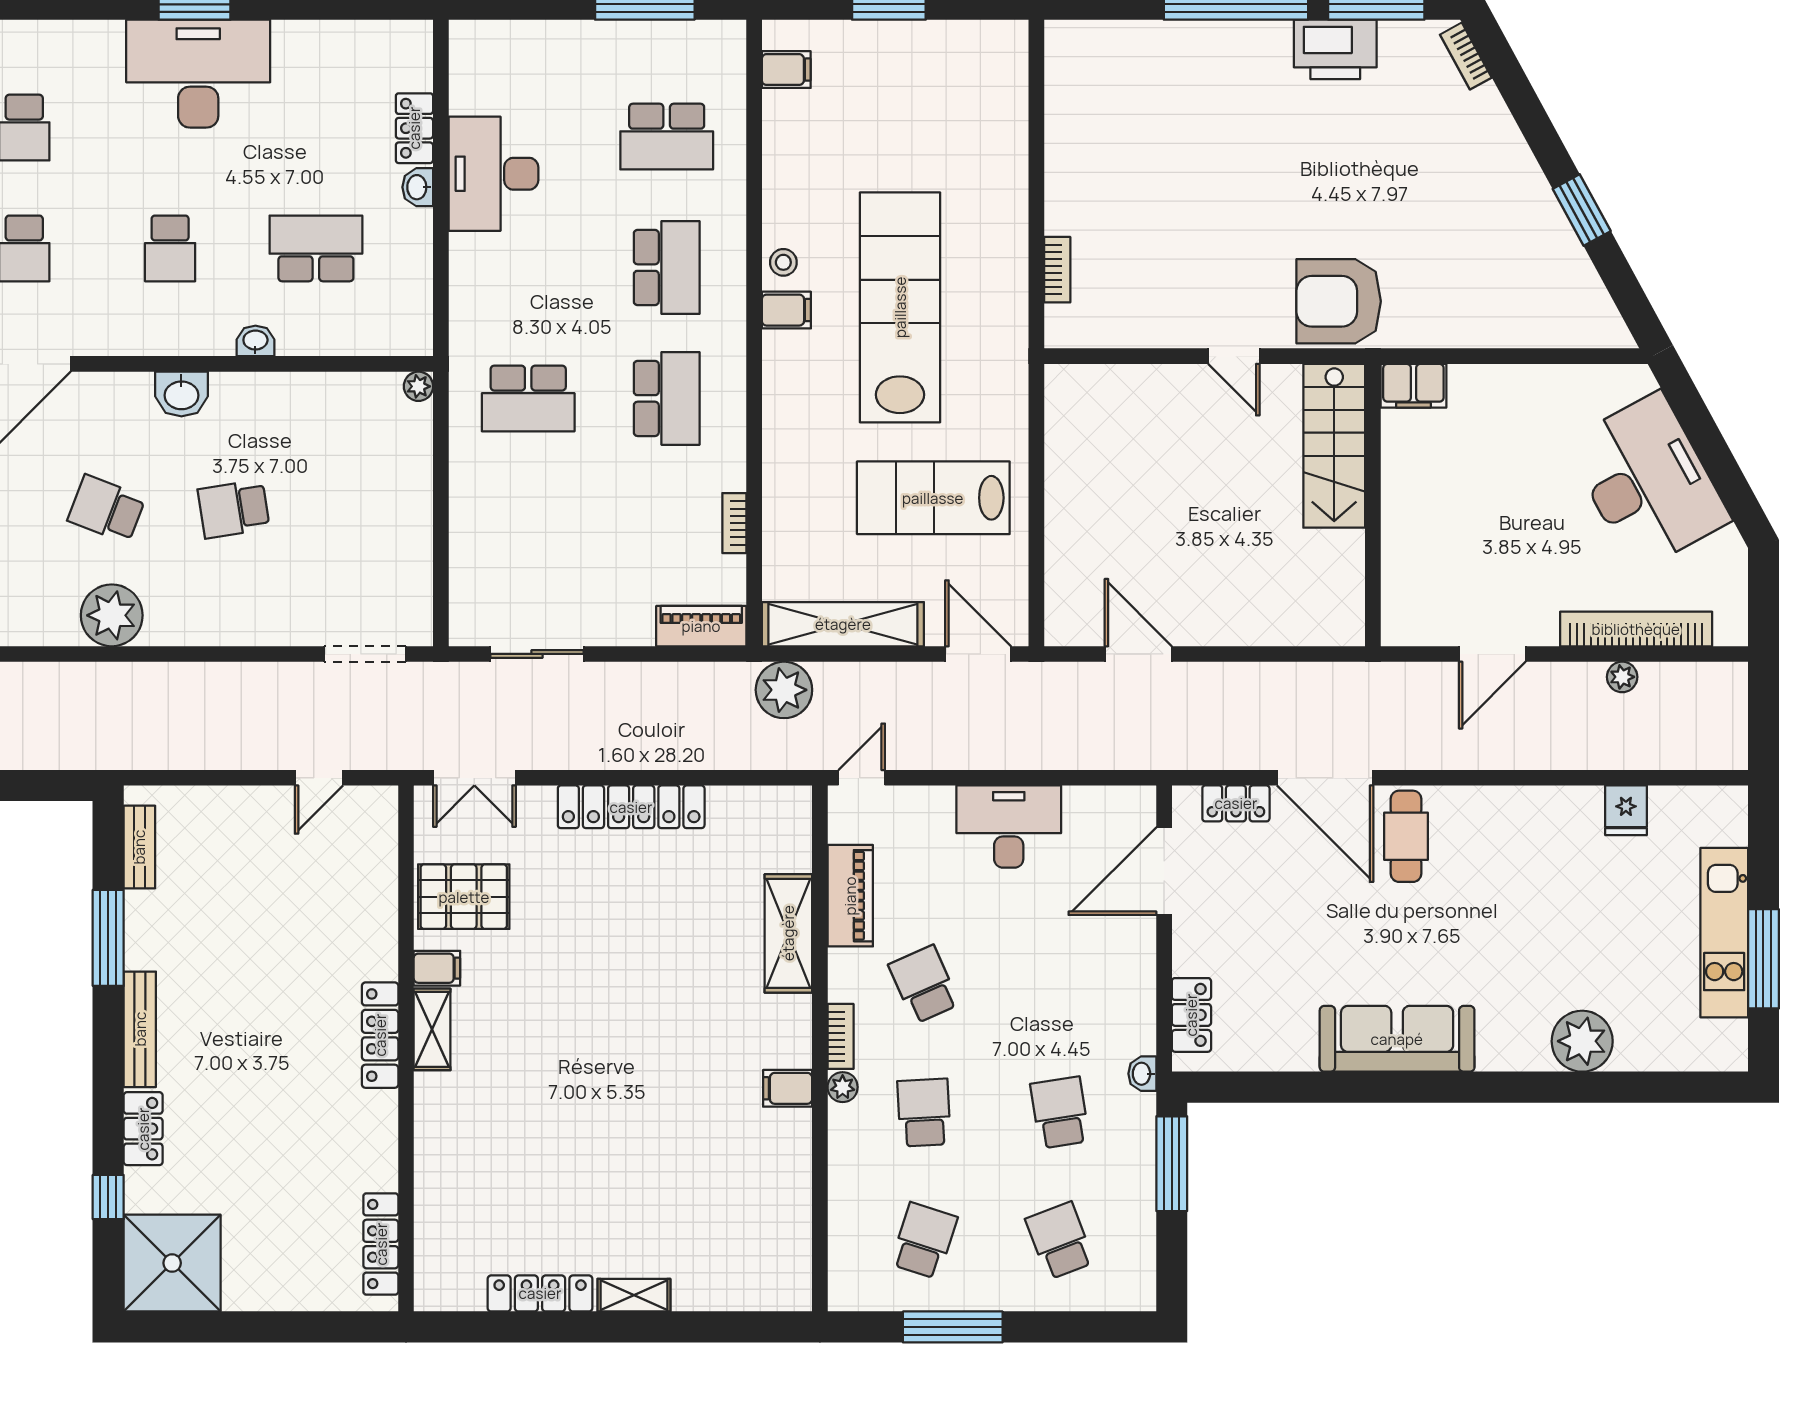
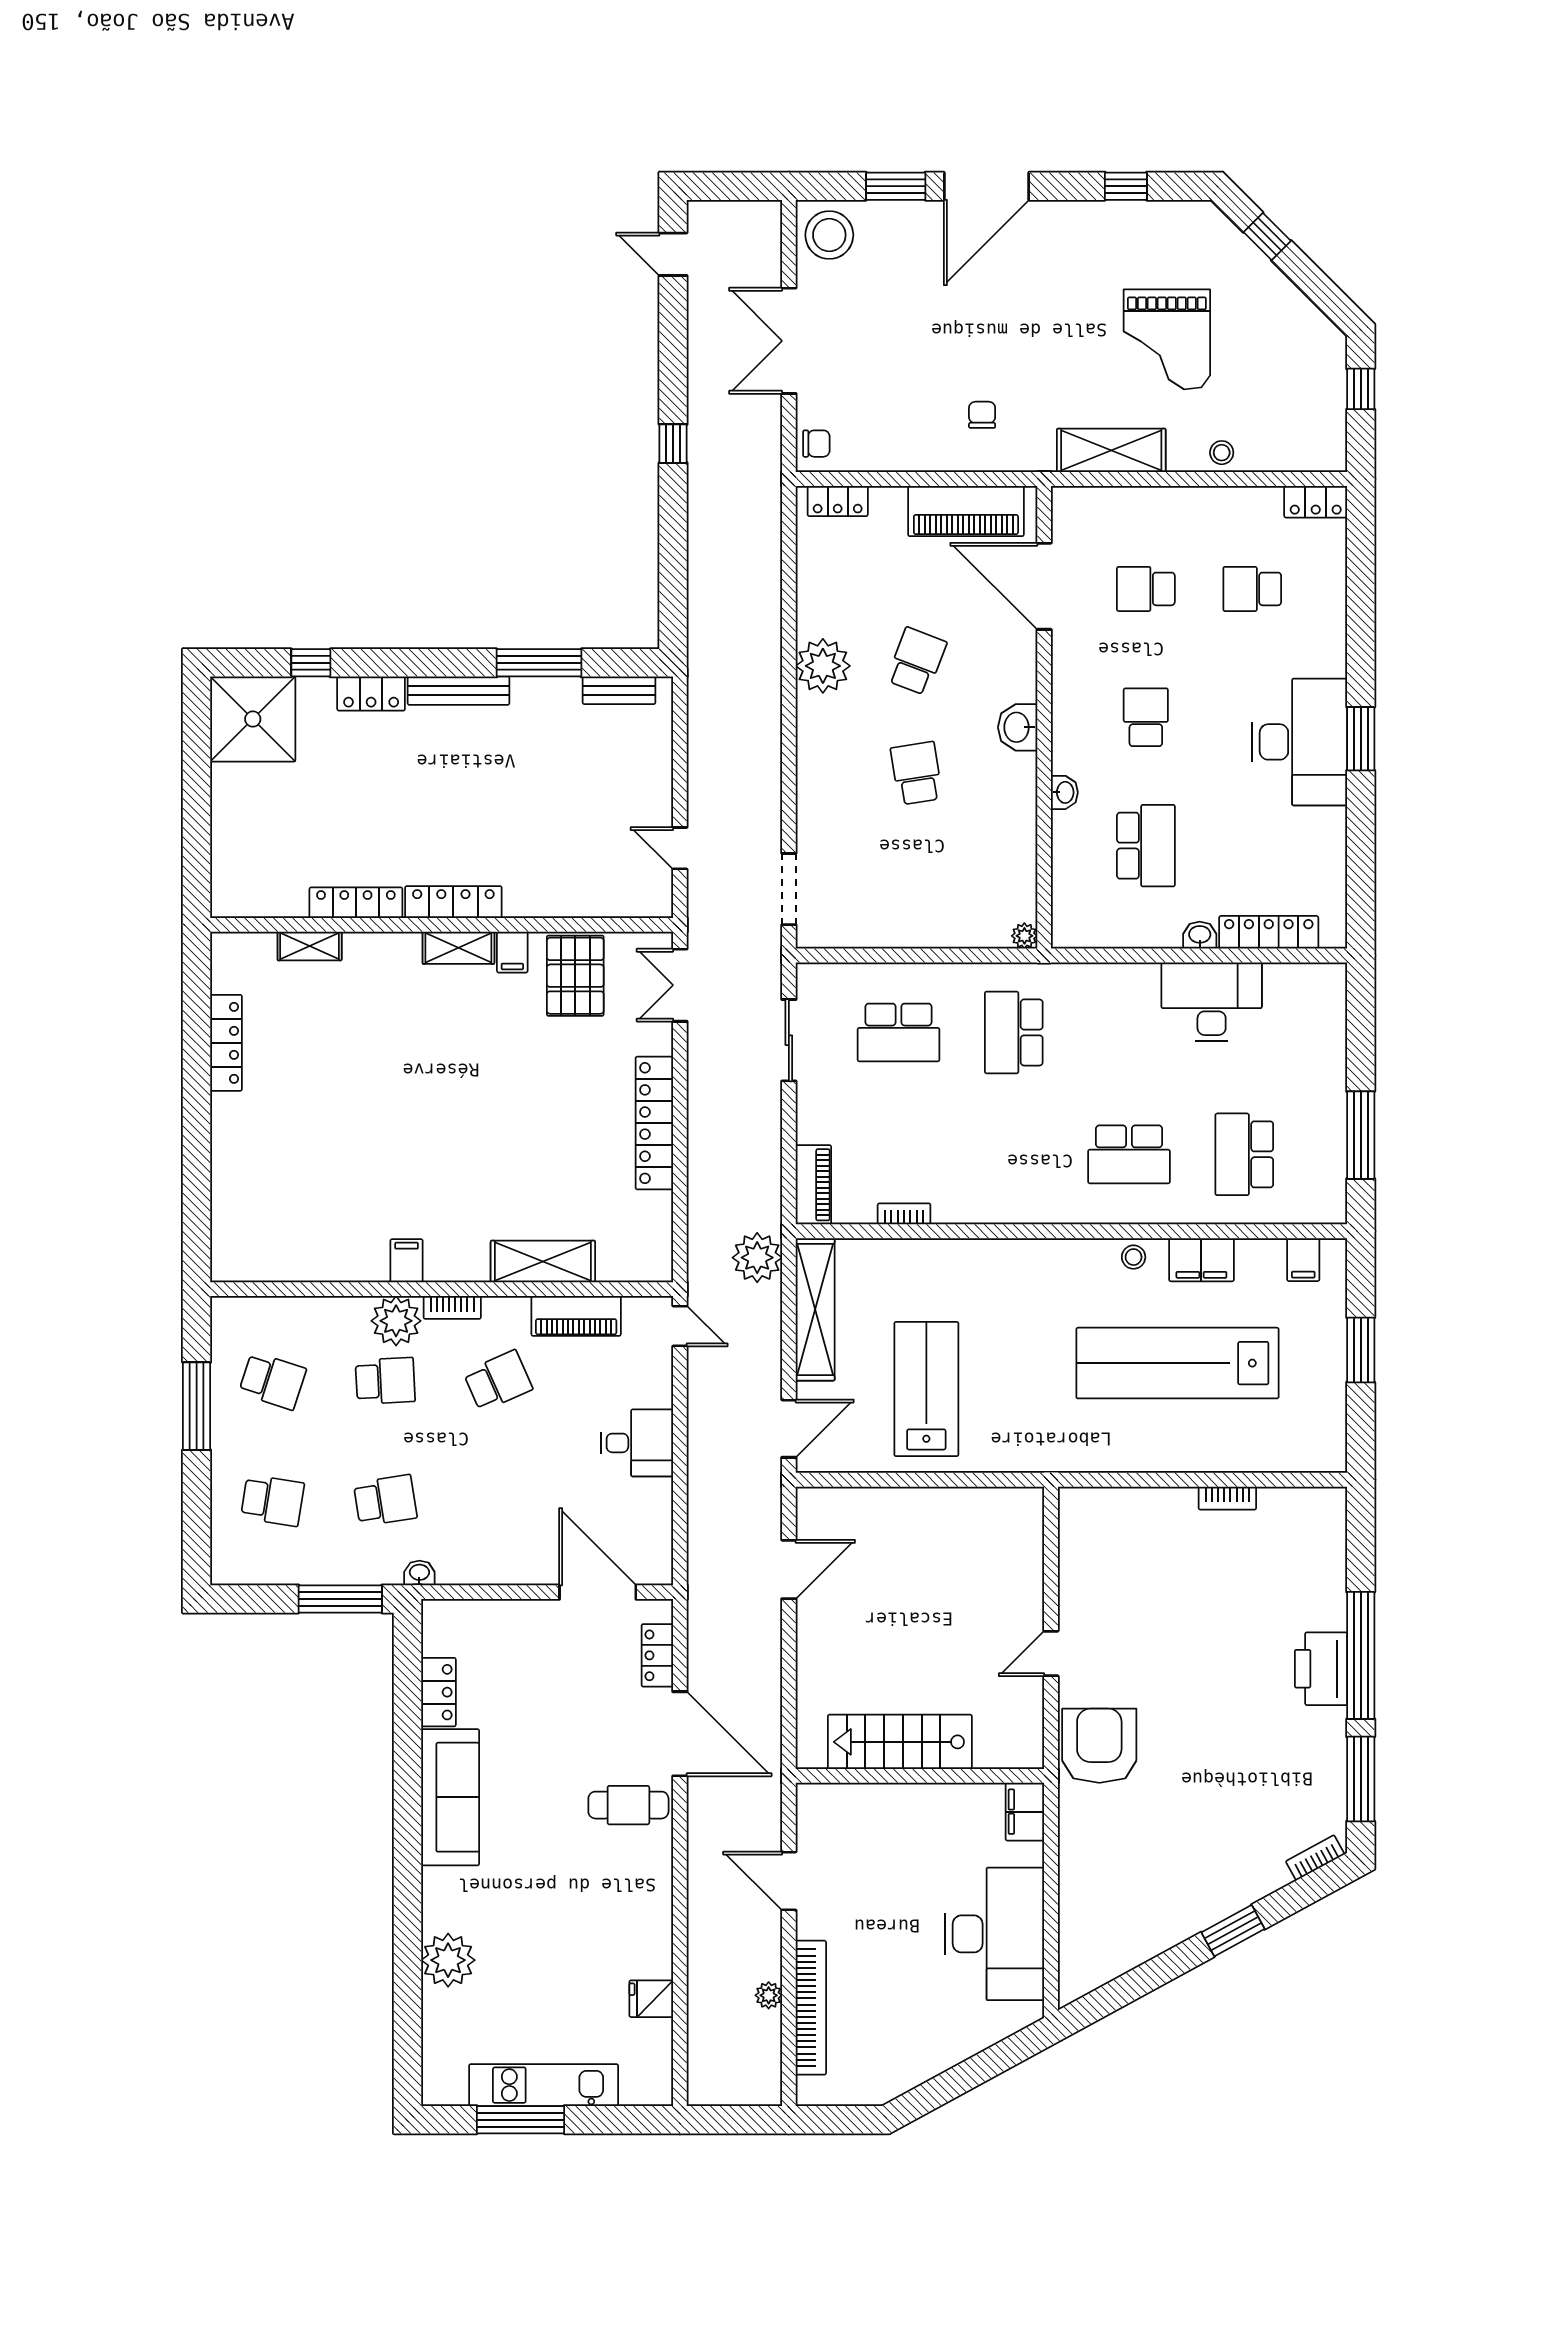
printer: (1335, 49) -> (1321, 1669), moved
locker: (414, 128) -> (1269, 932), width x1.53
window: (1582, 210) -> (1233, 1931), moved
school desk: (170, 248) -> (1146, 717), turned 90
bookcase: (1057, 270) -> (1227, 1498), moved
lab bench: (900, 307) -> (1177, 1363), moved, turned 180
filing cabinet: (786, 310) -> (1201, 1260), moved, width x2.00
school desk: (667, 398) -> (899, 1032), moved
stairs: (1334, 446) -> (900, 1742), moved
desk: (1648, 481) -> (994, 1934), moved, turned -61
door: (1325, 778) -> (680, 1734), swing flipped
desk: (1009, 827) -> (637, 1443), width x0.73
locker: (1191, 1015) -> (439, 1692), moved, turned -90
plant: (843, 1087) -> (396, 1321), width x1.87, depth x1.87
school desk: (1060, 1241) -> (272, 1500), turned 30
locker: (381, 1244) -> (356, 903), moved
shelving: (634, 1295) -> (310, 946), moved, turned 90

